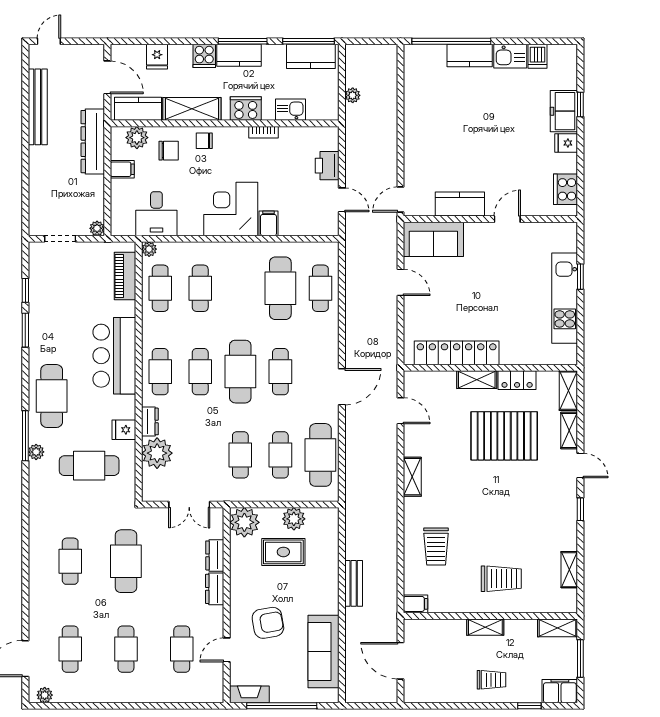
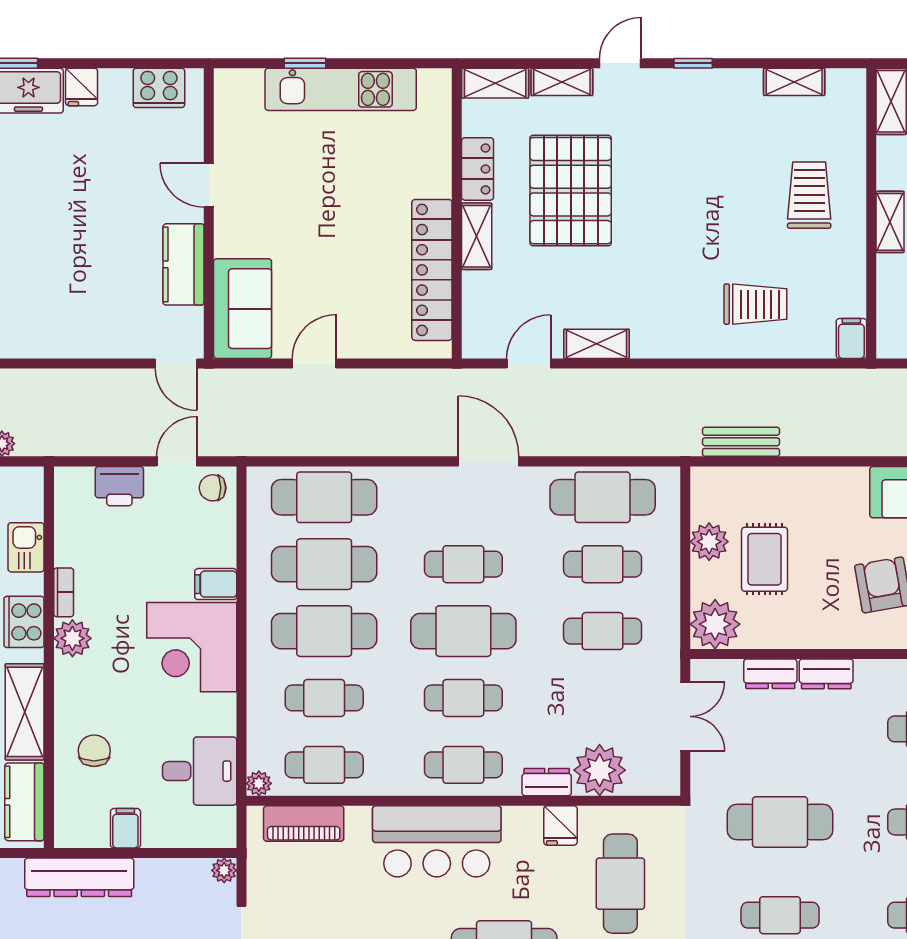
plant: (137, 138) -> (72, 638), moved
chair: (204, 141) -> (213, 488), moved, turned 90
cafe table: (240, 288) -> (324, 631), added
cafe table: (320, 288) -> (324, 497), width x1.37, depth x1.35
shelving: (412, 477) -> (597, 344), moved
bench: (354, 583) -> (741, 442), moved

